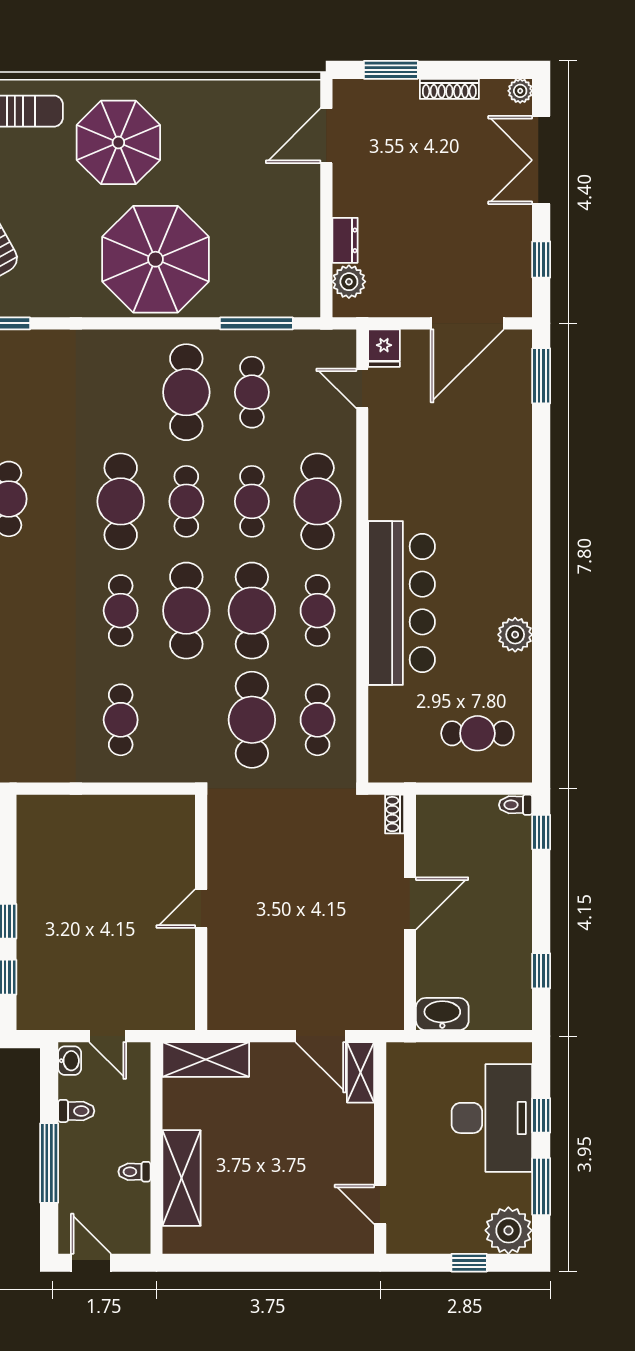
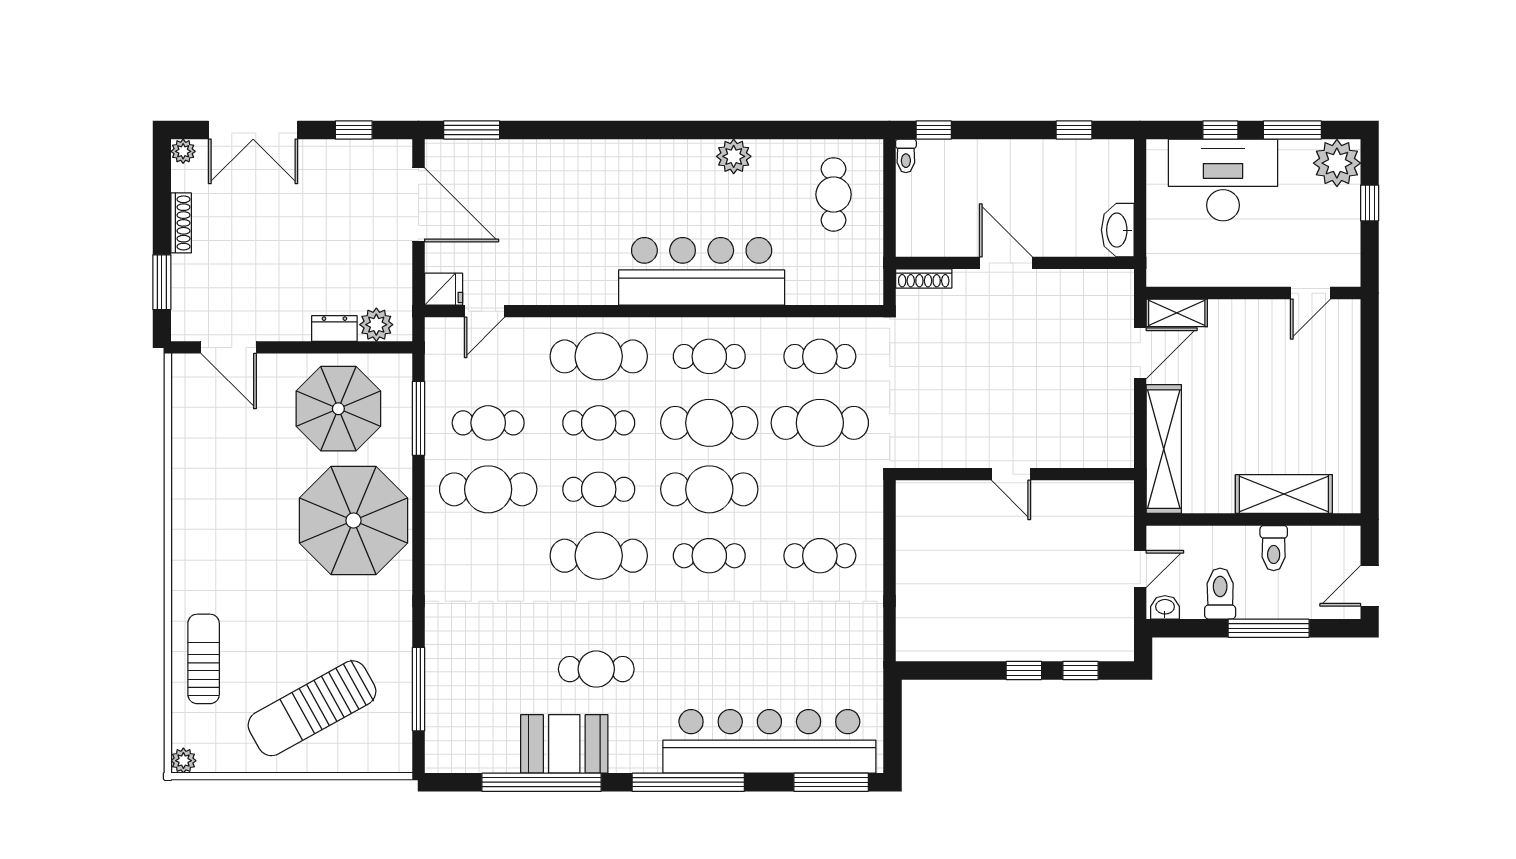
parasol: (118, 142) -> (338, 409), moved
shoe rack: (395, 814) -> (924, 278), width x1.43
shelving: (206, 1059) -> (1164, 449), width x1.47
toilet: (76, 1111) -> (1220, 594), width x1.37, depth x1.39
toilet: (134, 1172) -> (1274, 548), width x1.37, depth x1.39

